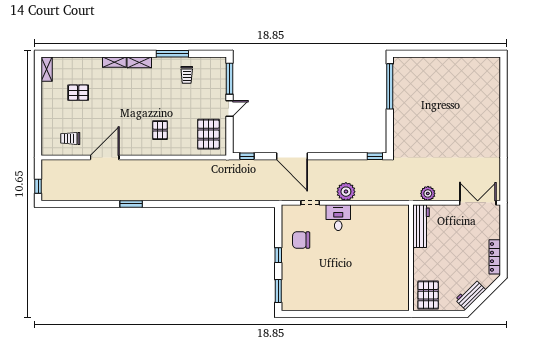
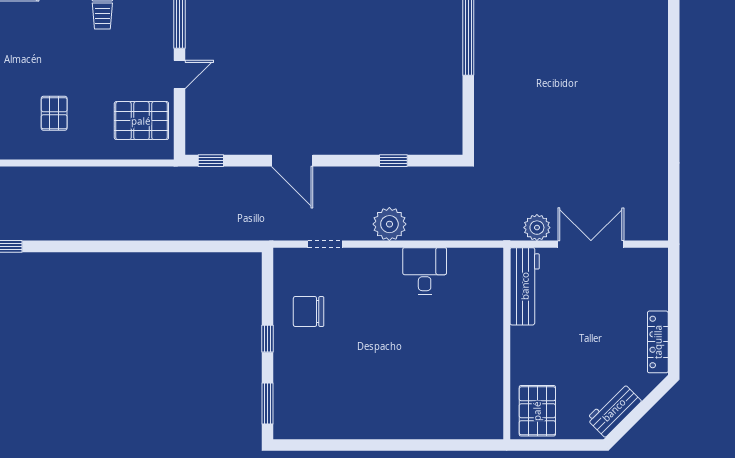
pallet: (208, 134) -> (141, 121), turned 90
door: (292, 156) -> (292, 161), width x0.73
window: (375, 156) -> (393, 161), moved
double door: (478, 203) -> (591, 244), moved
desk: (338, 218) -> (425, 271), moved

